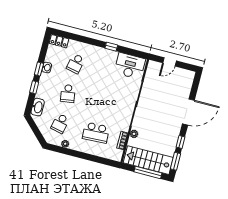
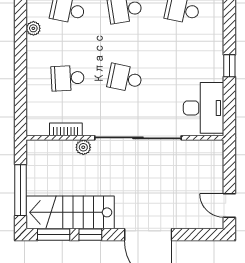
door: (170, 62) -> (229, 205), moved
school desk: (104, 103) -> (125, 78), added
school desk: (96, 133) -> (68, 78), width x0.54
stairs: (148, 160) -> (70, 212), moved, turned -90

